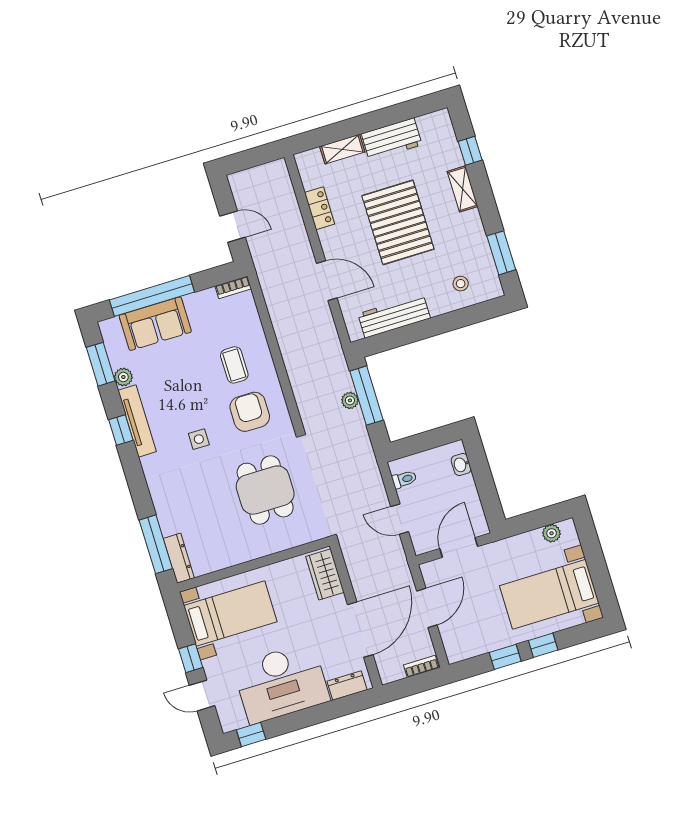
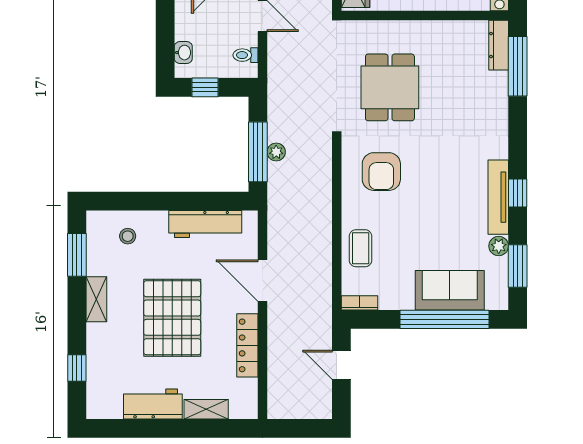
shelving: (463, 189) -> (96, 299), moved
locker: (320, 208) -> (247, 345), width x1.53
coffee table: (234, 365) -> (361, 248), moved
side table: (199, 439) -> (441, 160), removed
window: (432, 439) -> (205, 87), added

